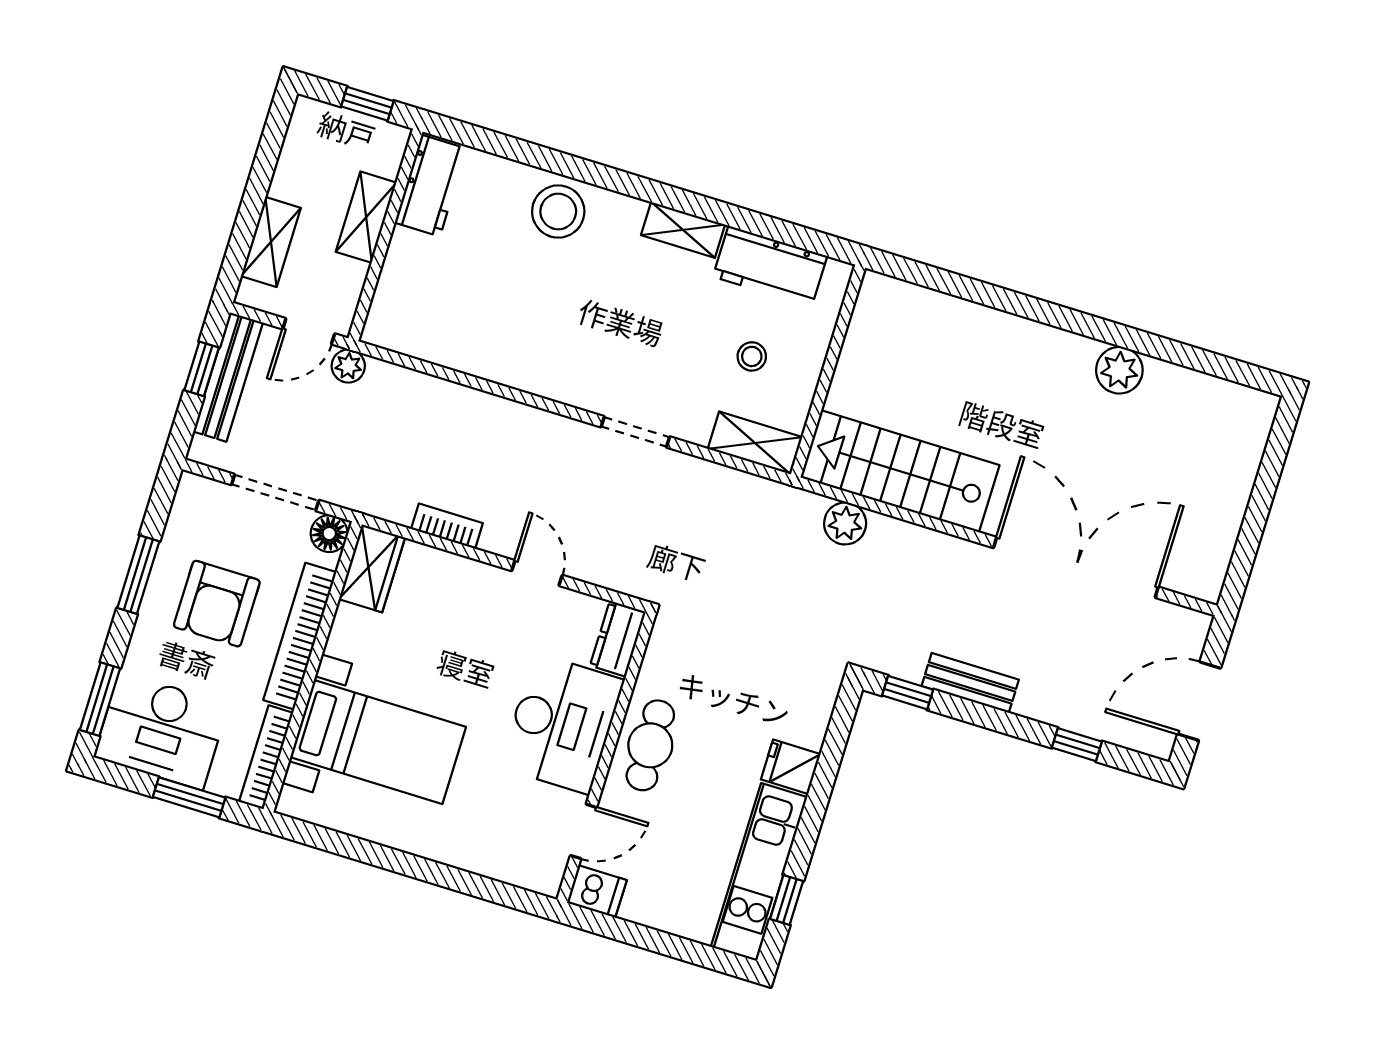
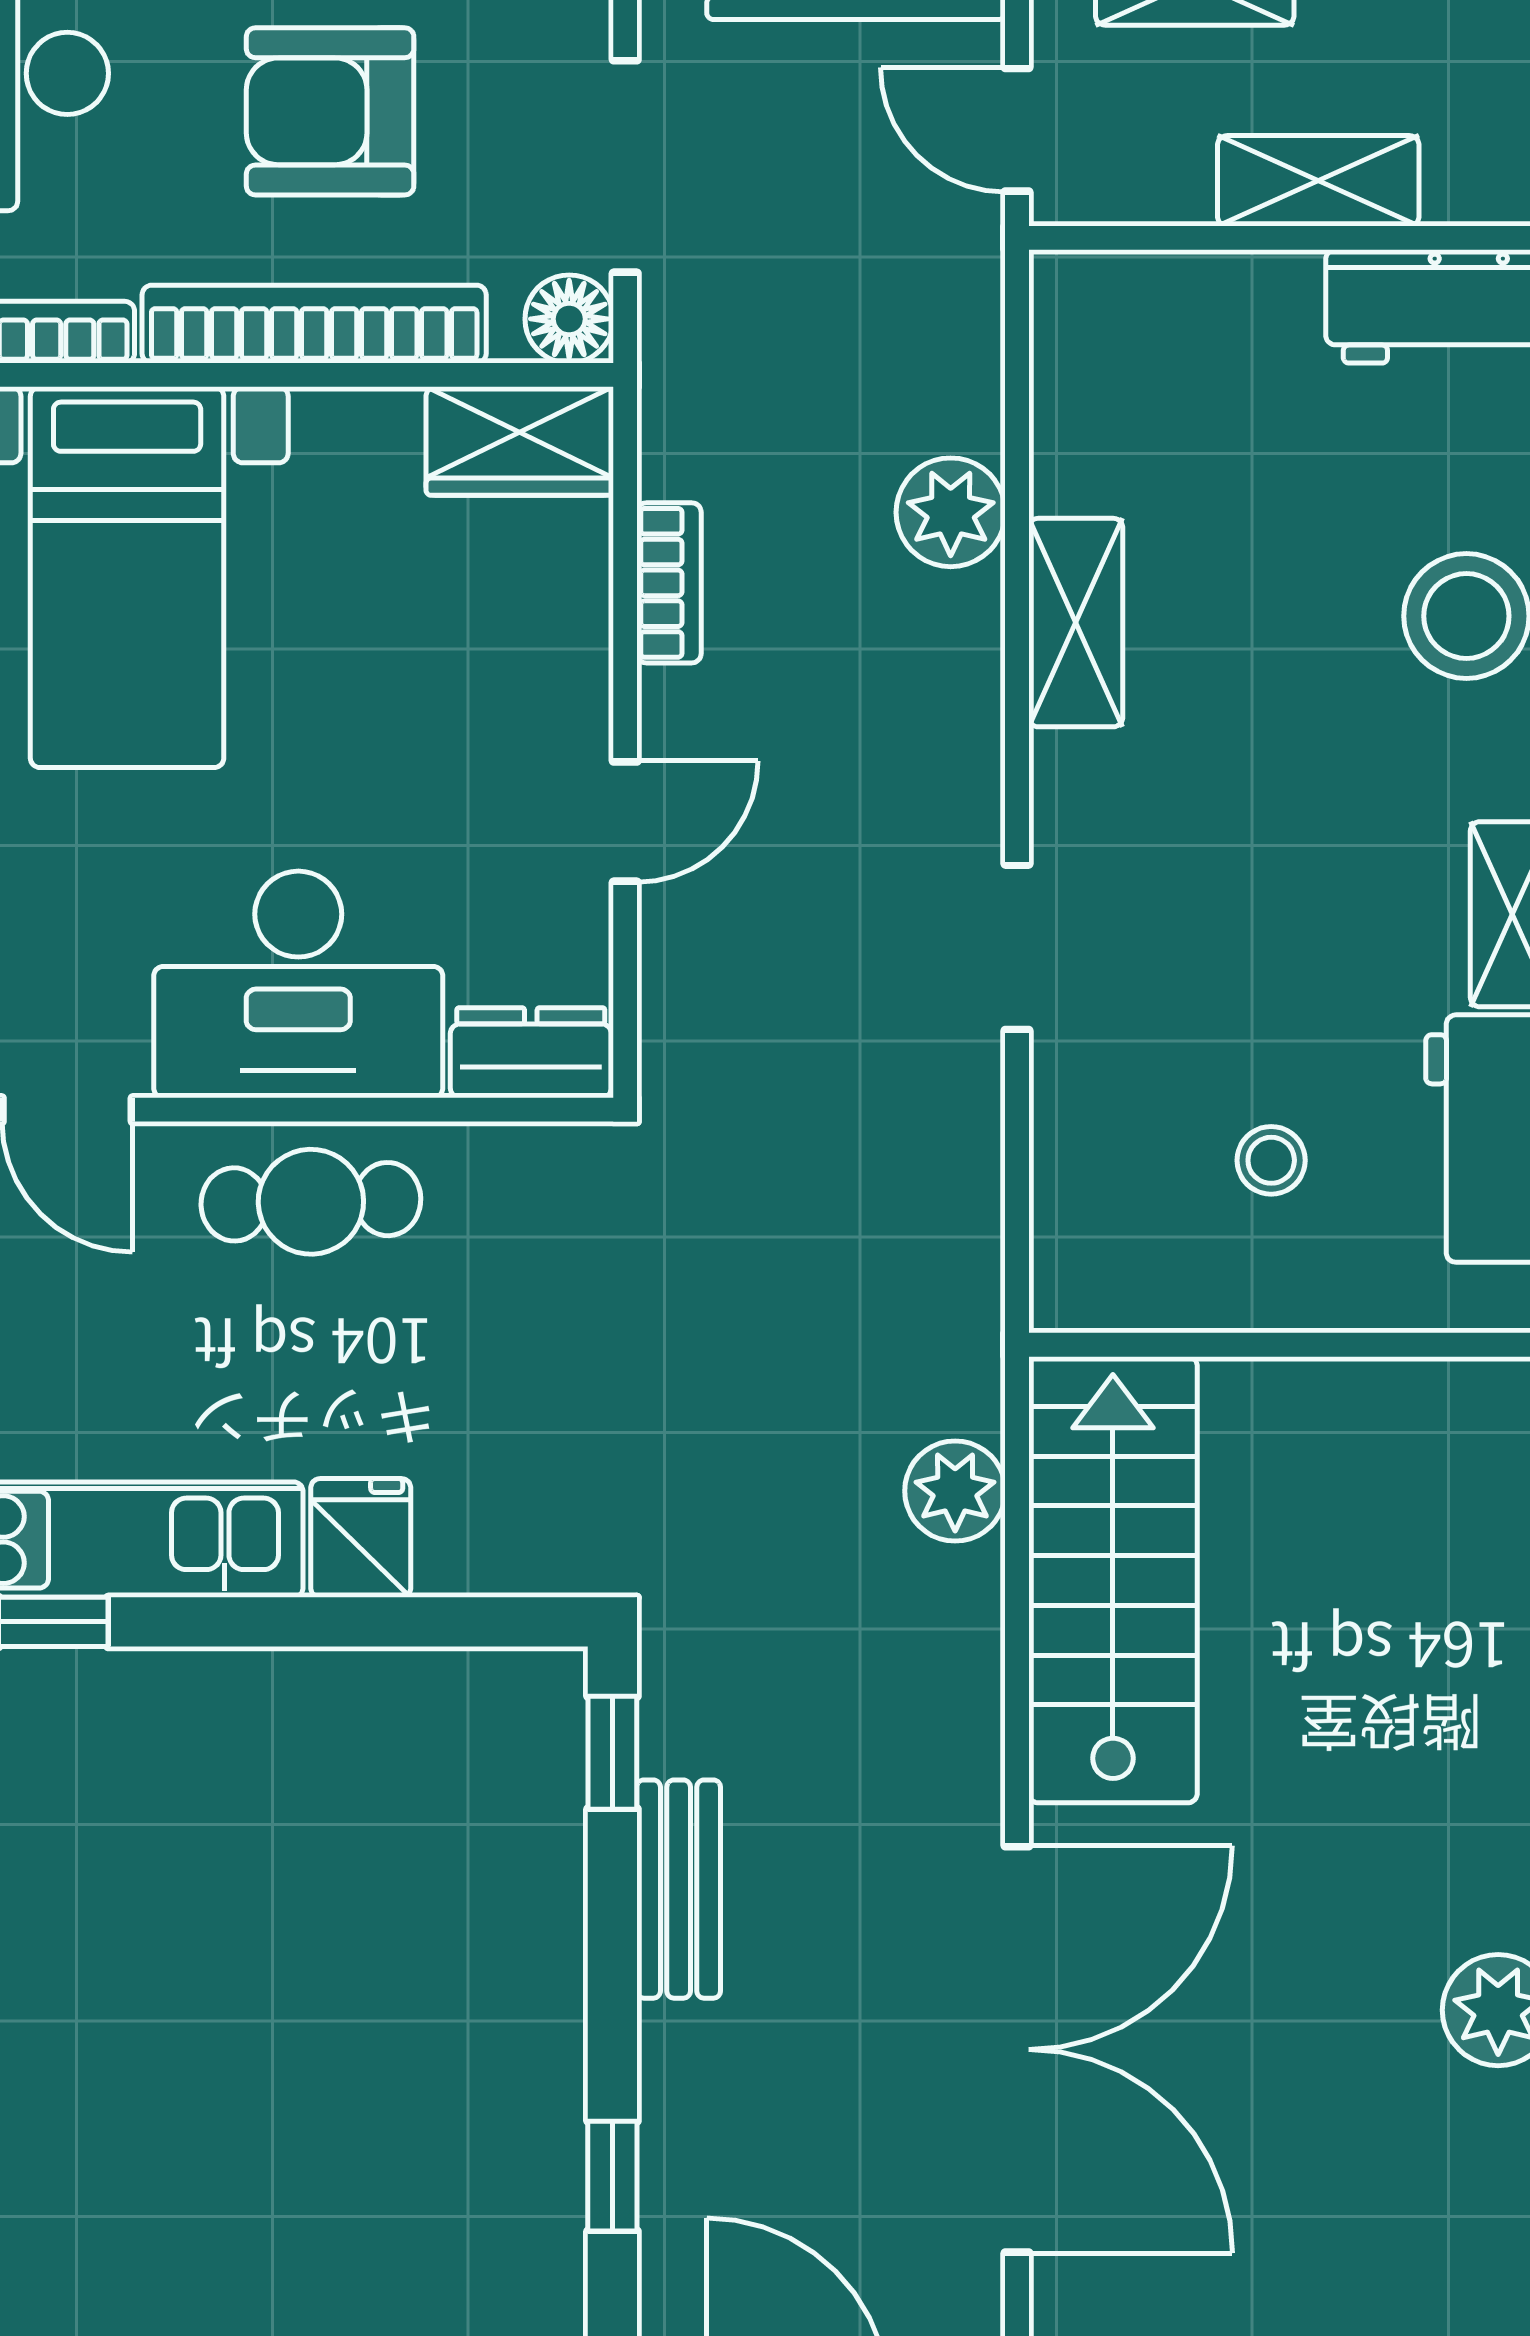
plant: (348, 366) -> (951, 512), moved, width x1.38, depth x1.38
shelving: (755, 443) -> (1076, 623), moved

